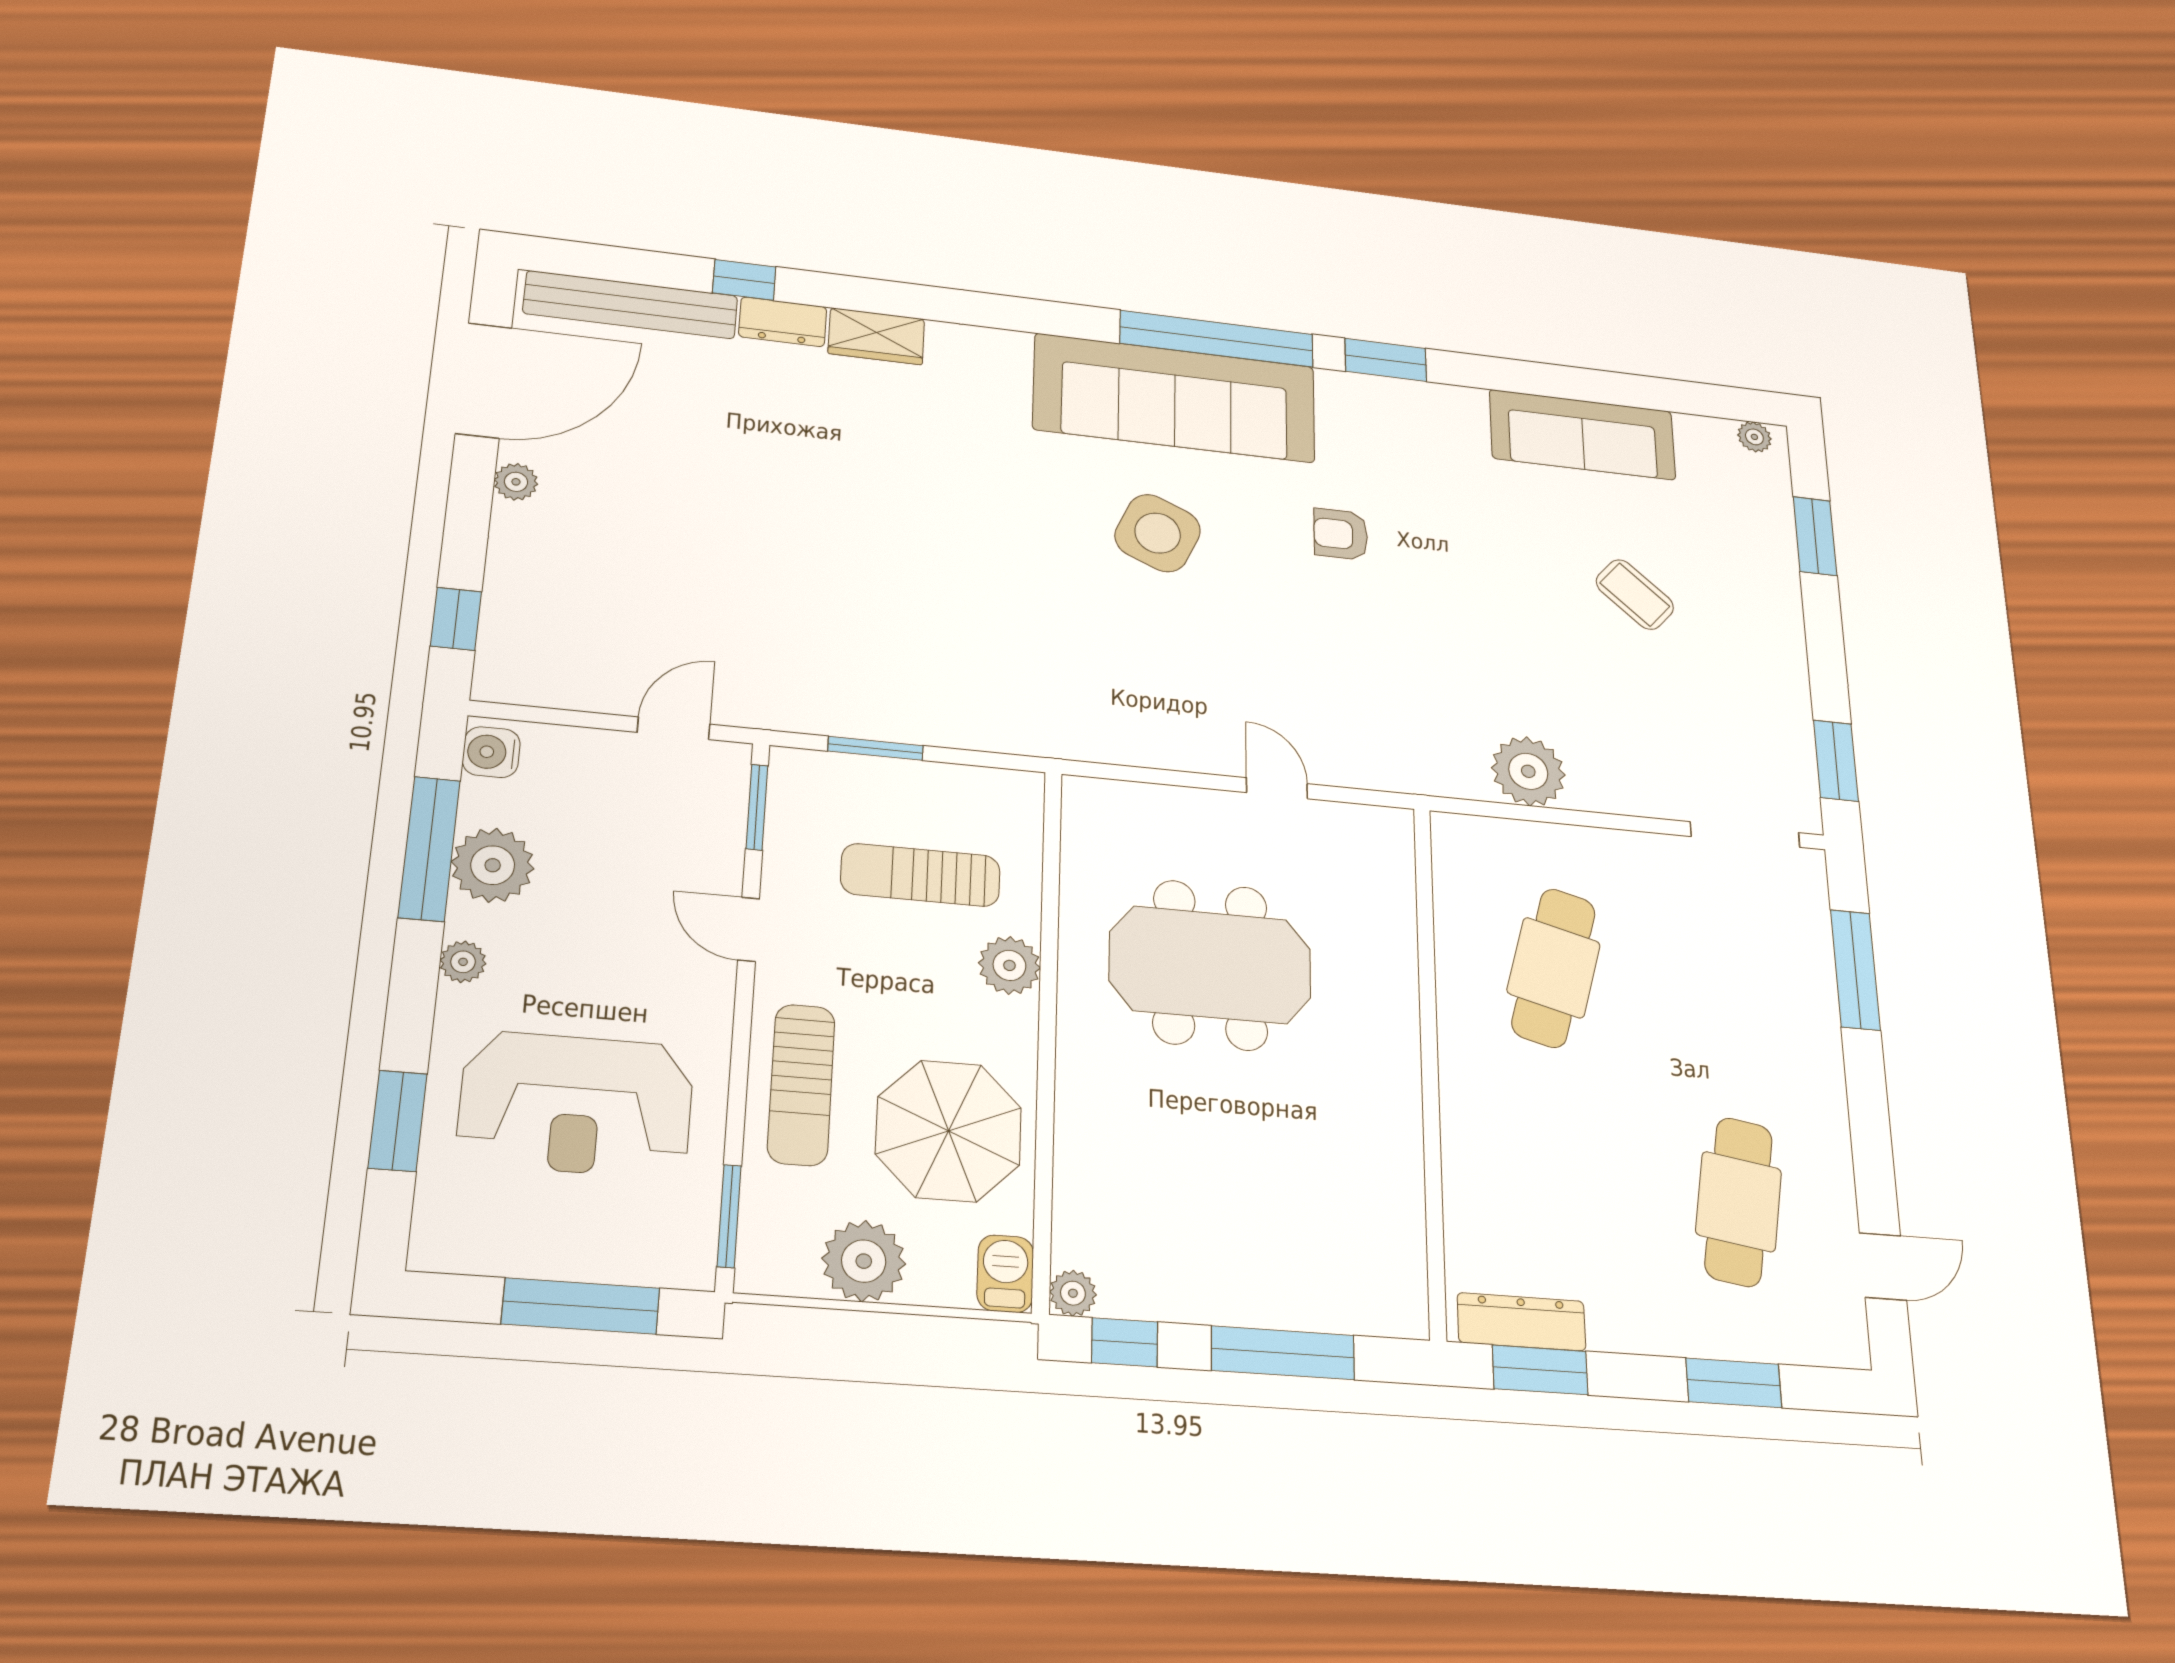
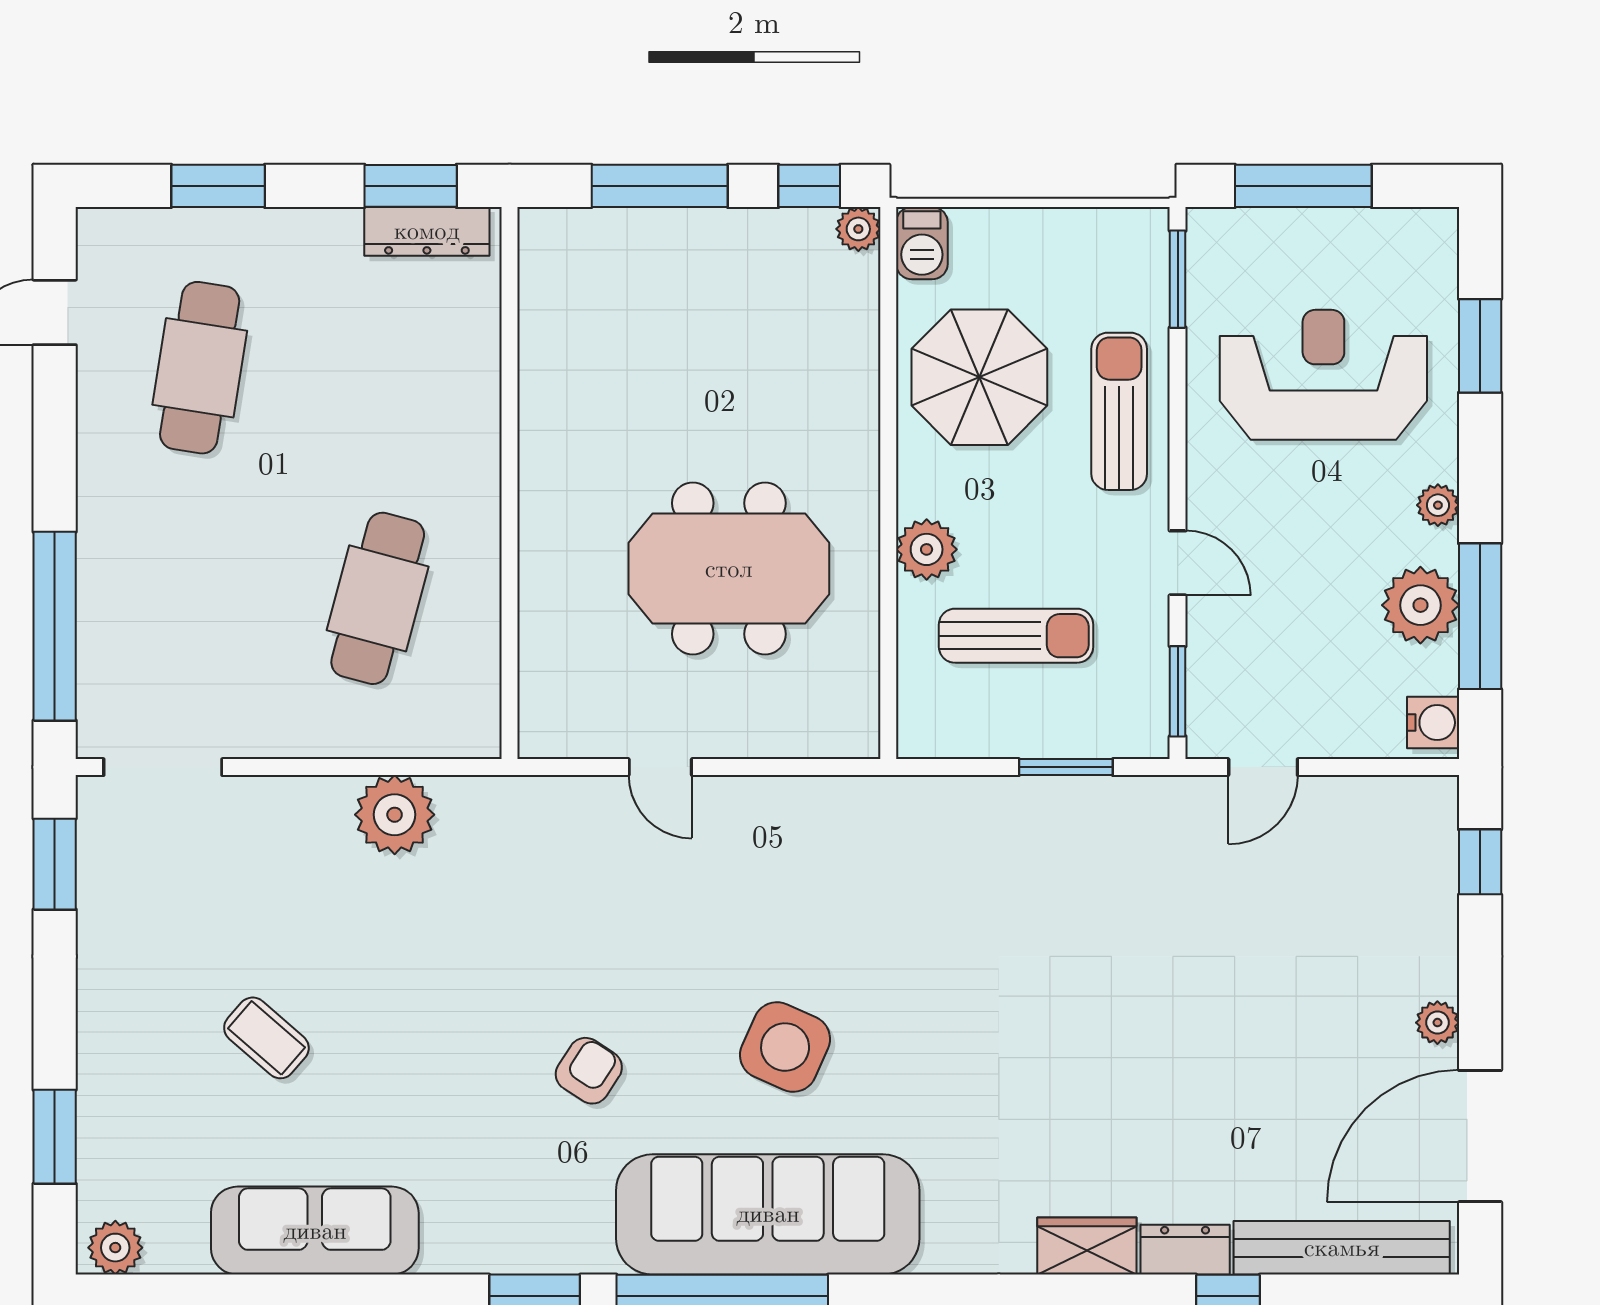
plant: (1754, 437) -> (115, 1248), width x1.38, depth x1.38
armchair: (1341, 534) -> (589, 1071), turned -57
window: (1855, 970) -> (55, 626), width x1.46
plant: (864, 1261) -> (1053, 246), removed

